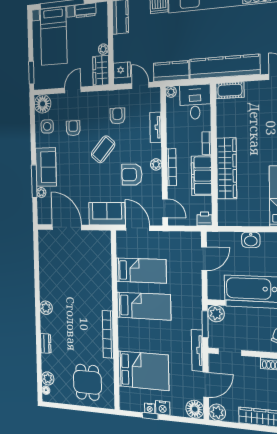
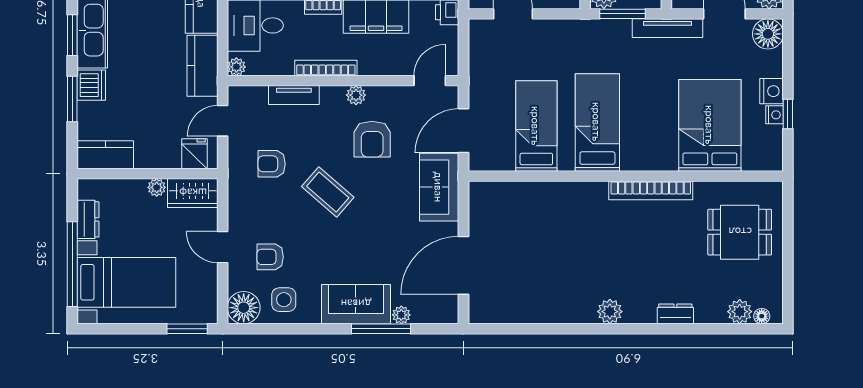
armchair: (73, 128) -> (270, 257), moved
bookcase: (172, 167) -> (326, 68), moved

